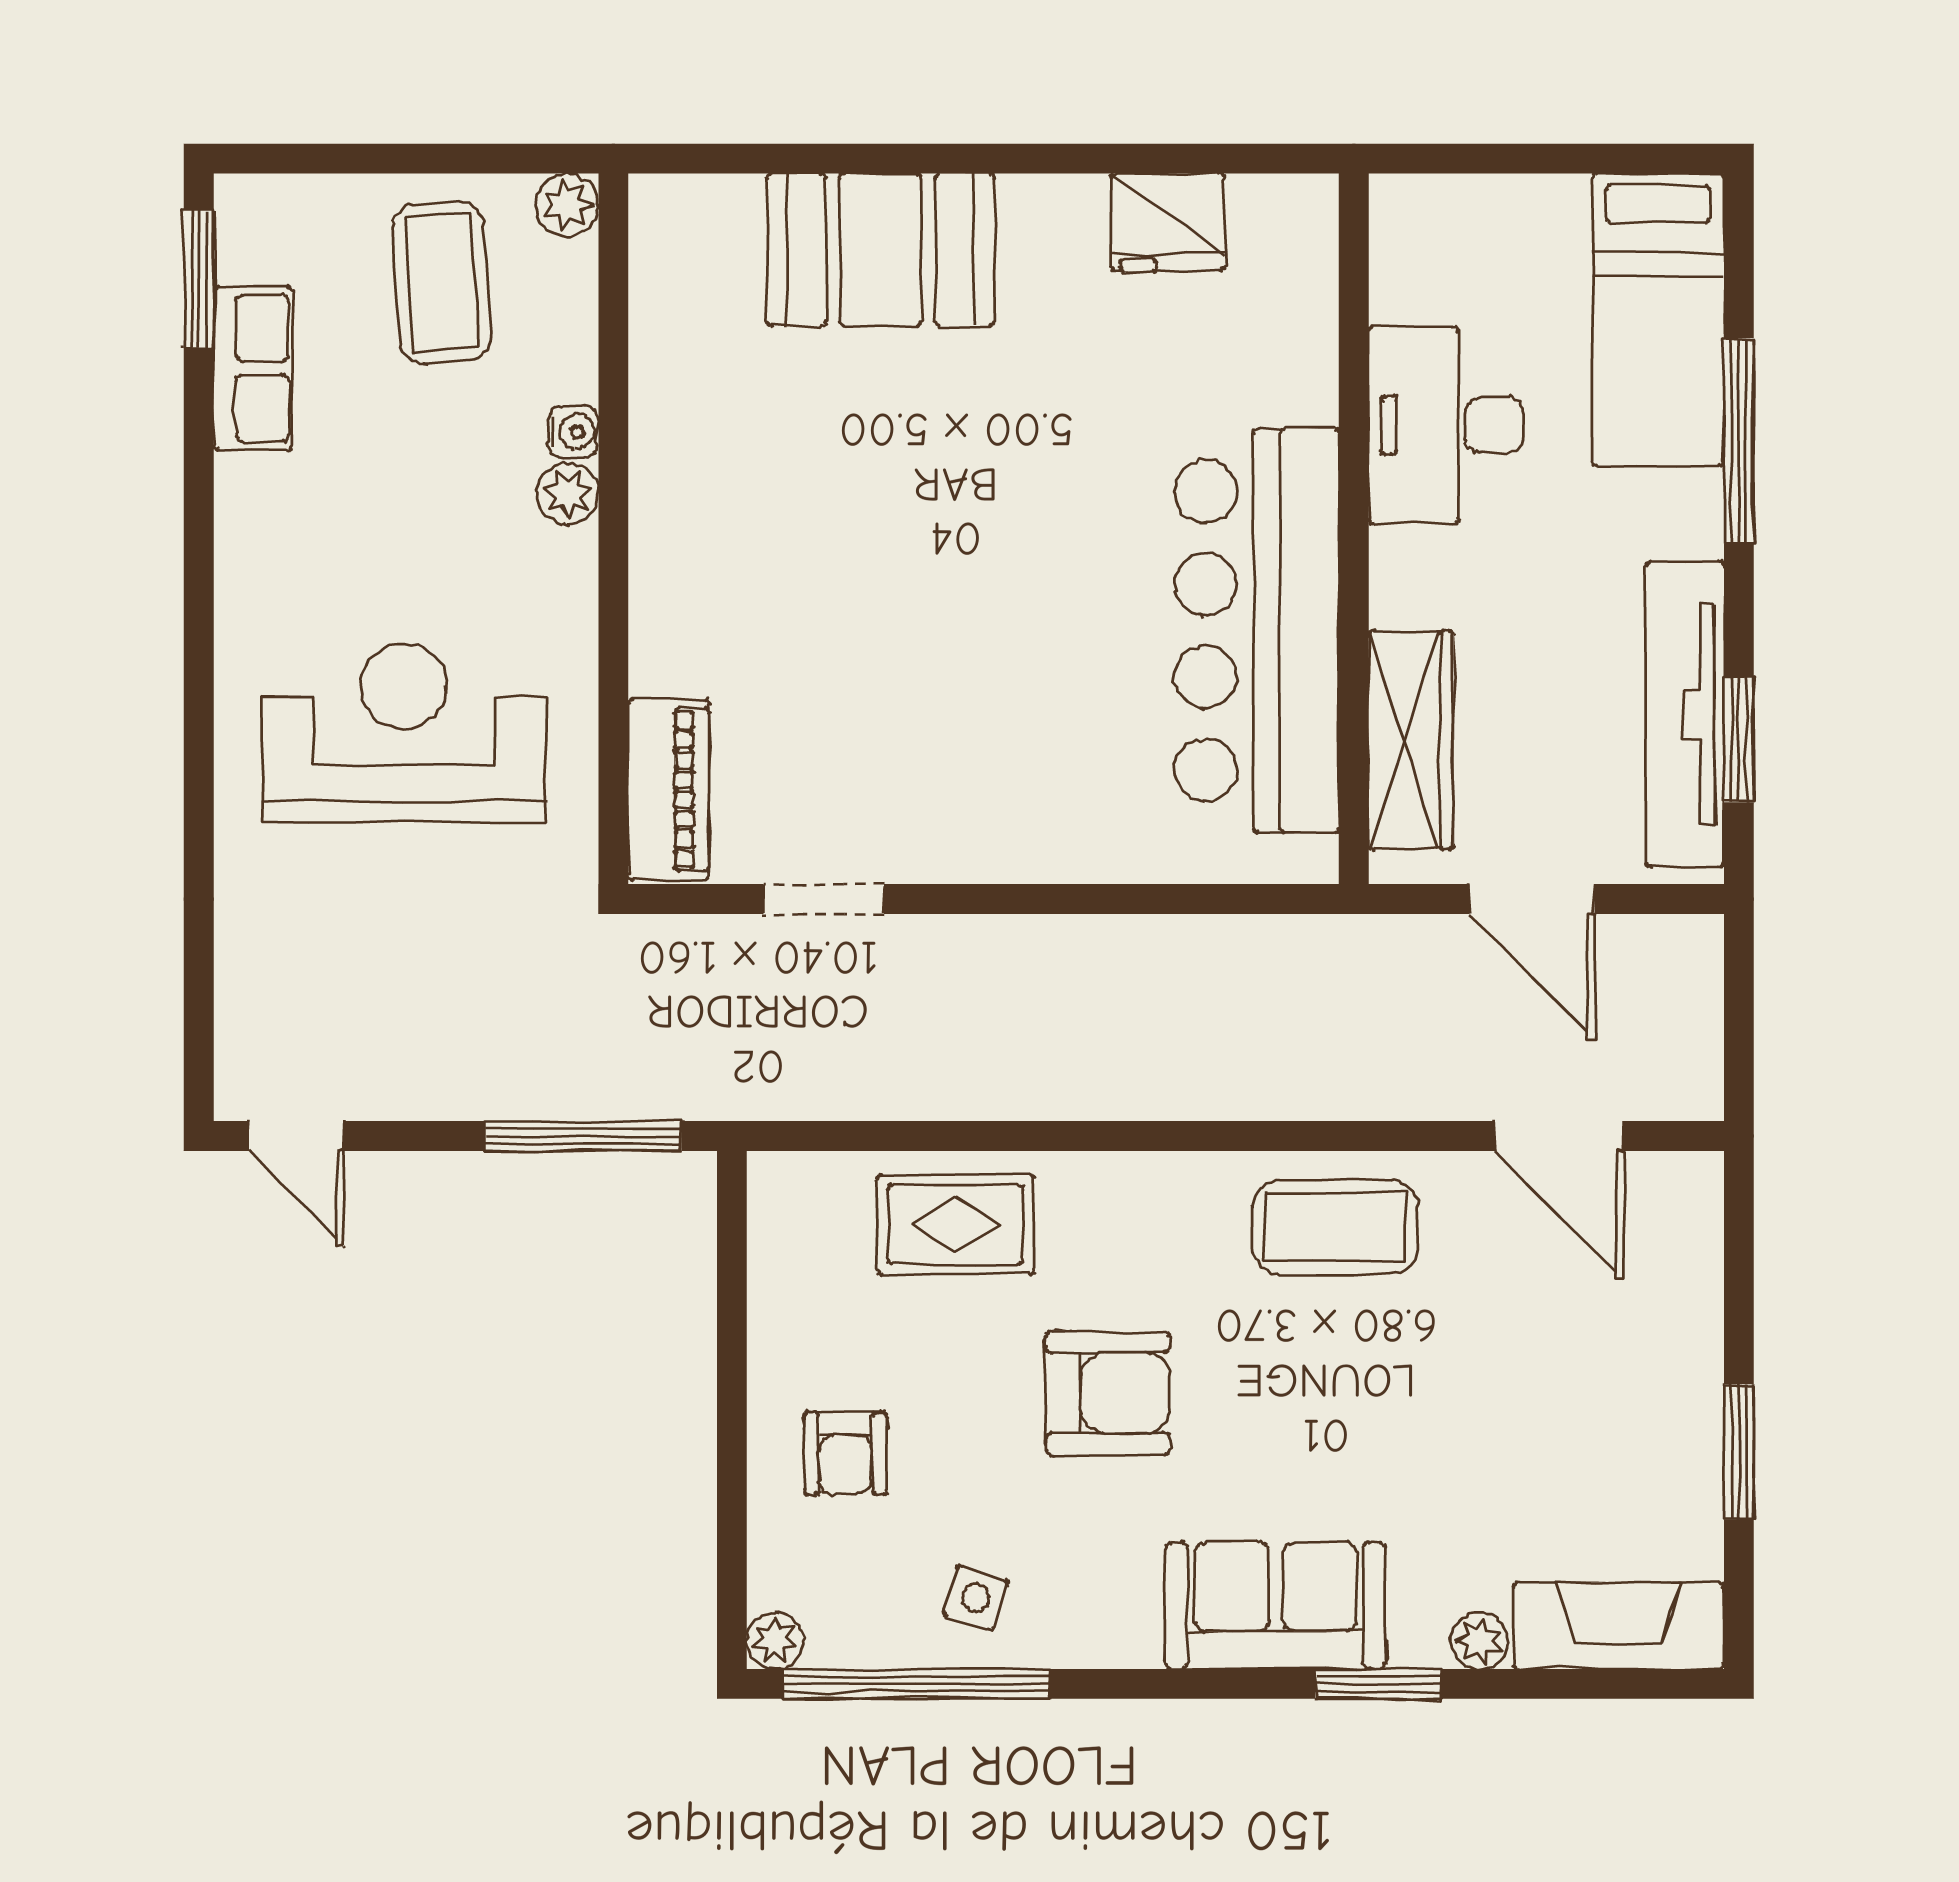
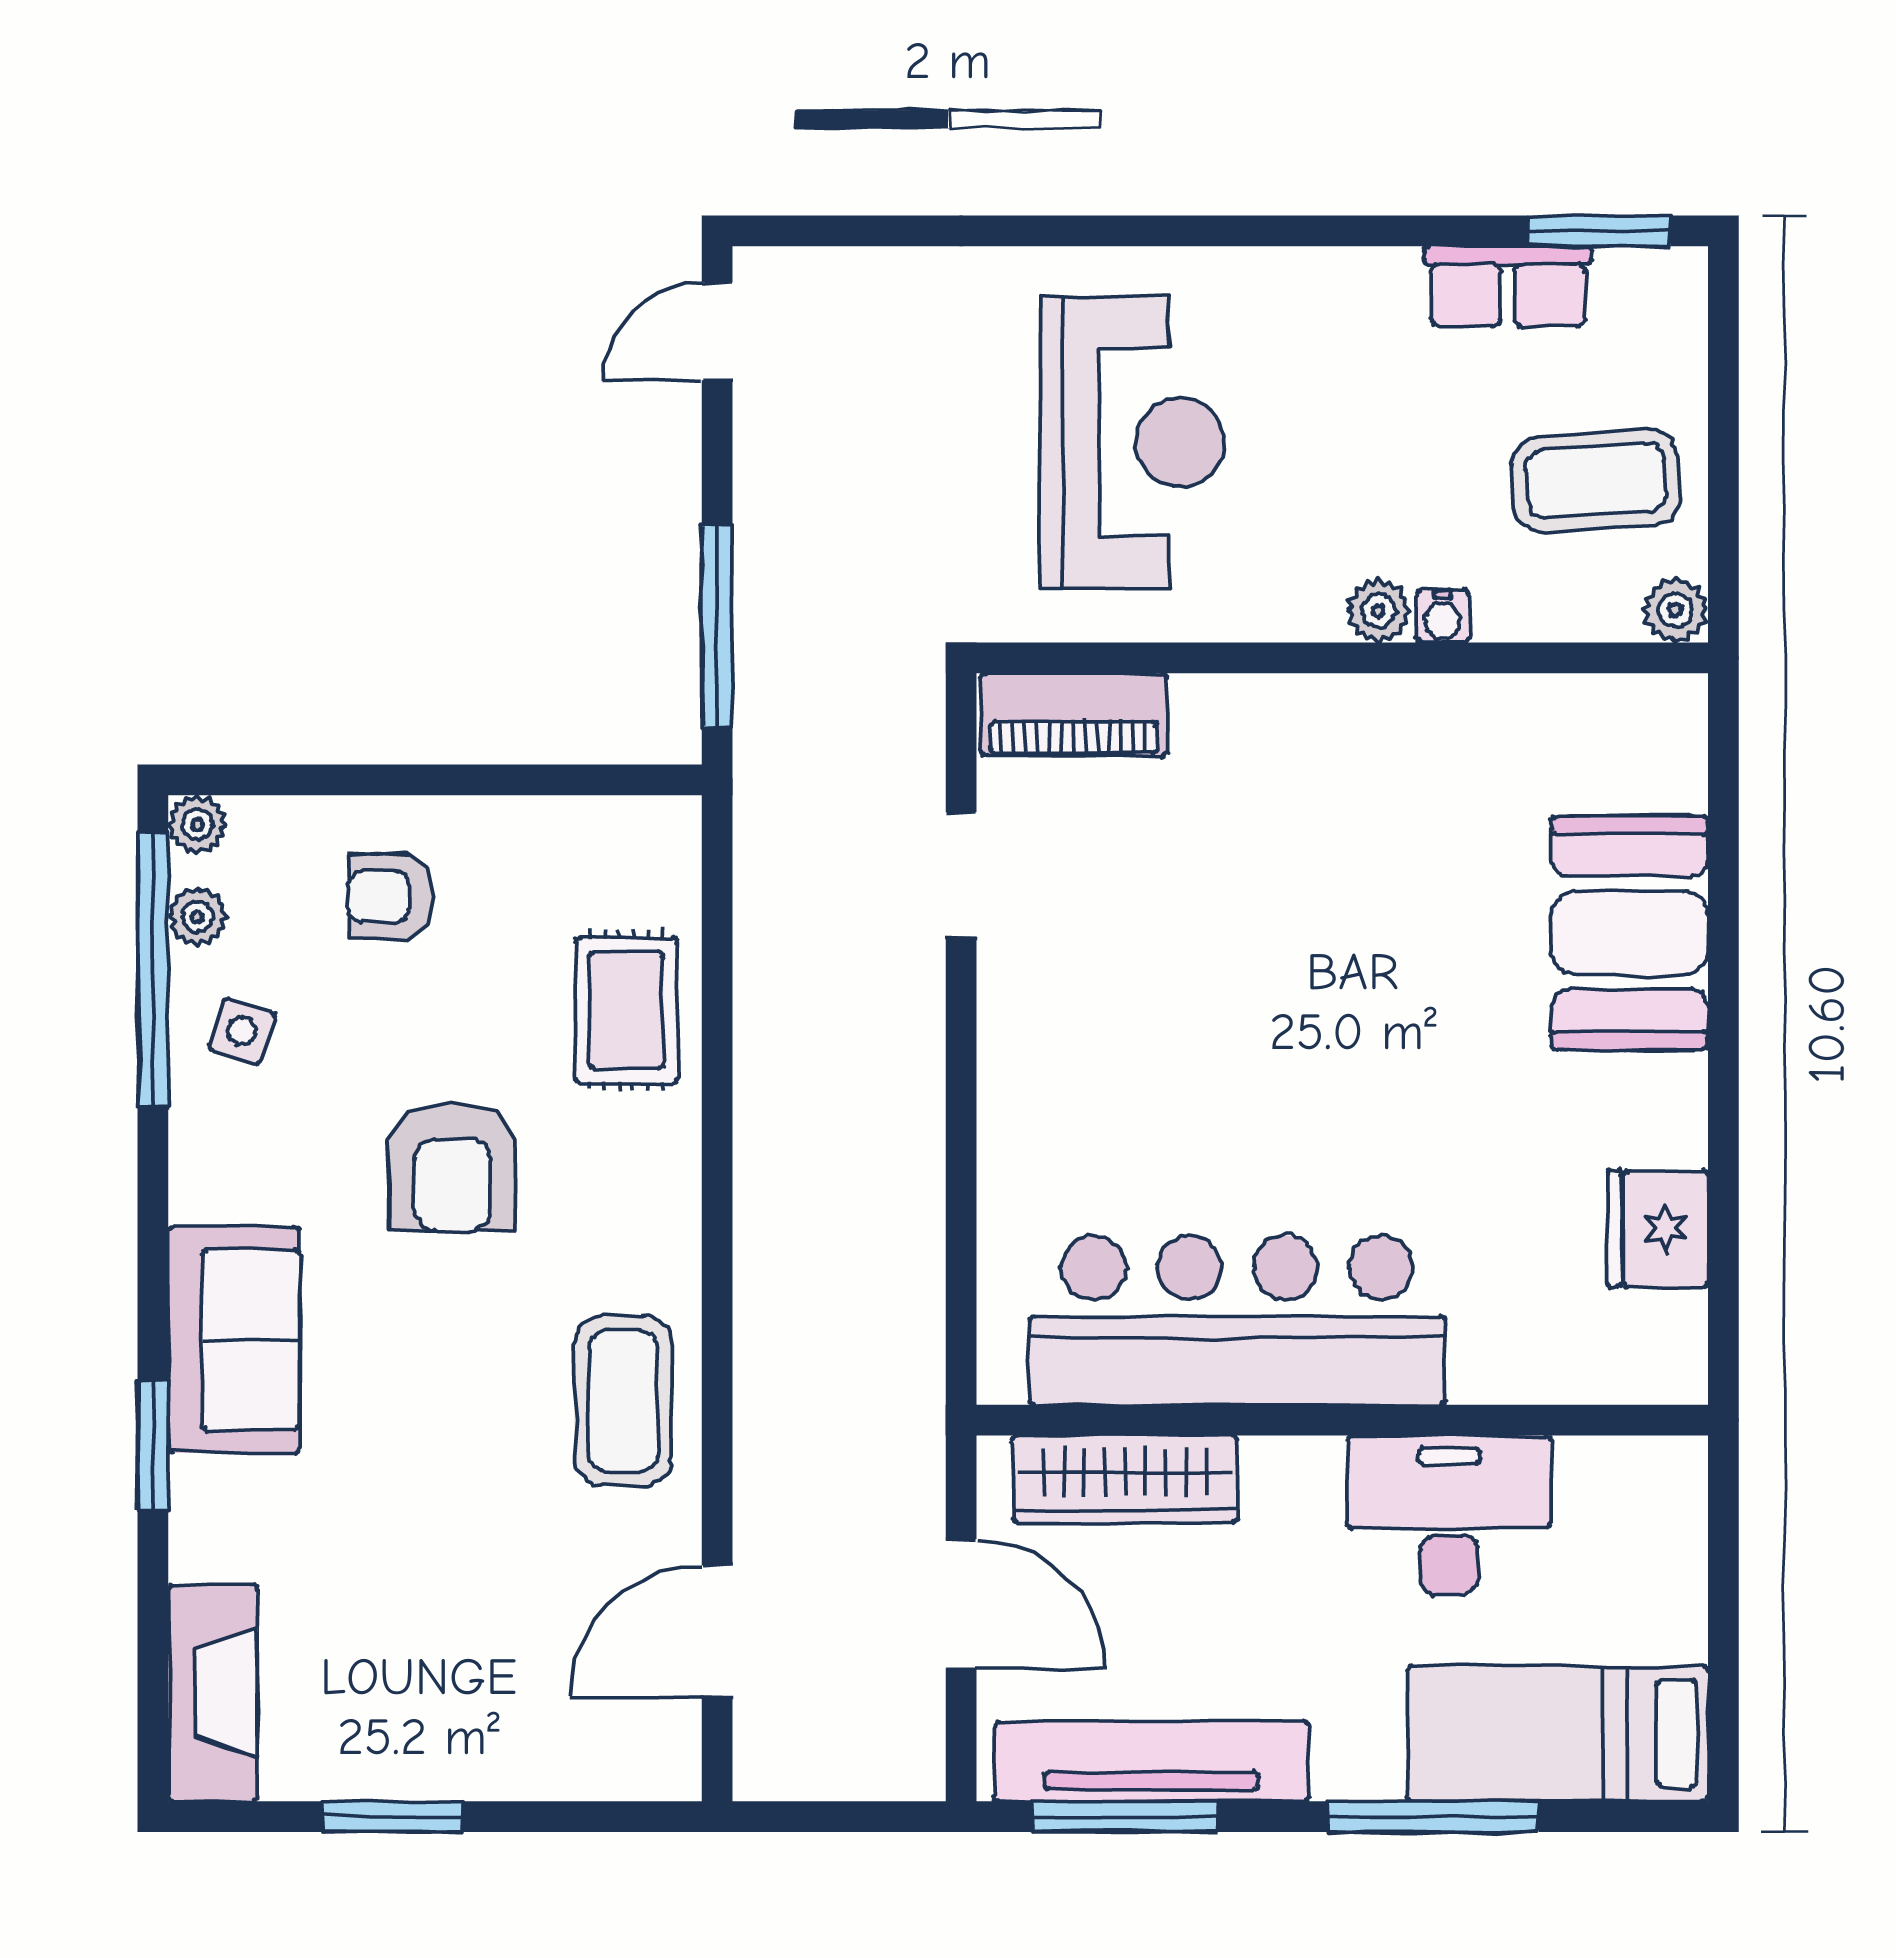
window: (1739, 739) -> (1126, 1817), width x1.44
door: (1532, 899) -> (961, 1604), swing flipped
plant: (1479, 1641) -> (197, 917), moved

